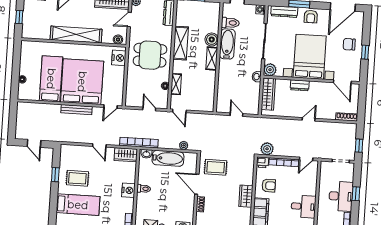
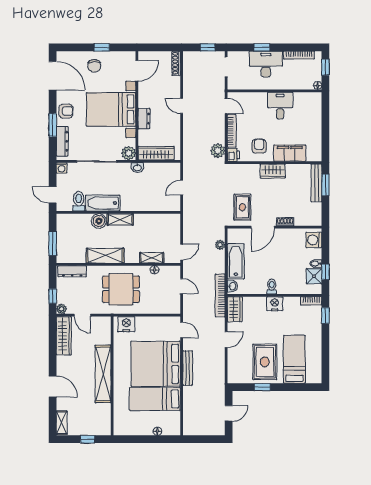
boiler: (118, 40) -> (106, 326), removed
dining table: (150, 55) -> (121, 289), turned 90
door: (149, 109) -> (182, 286), swing flipped
rug: (77, 178) -> (265, 362), width x1.36, depth x1.43

